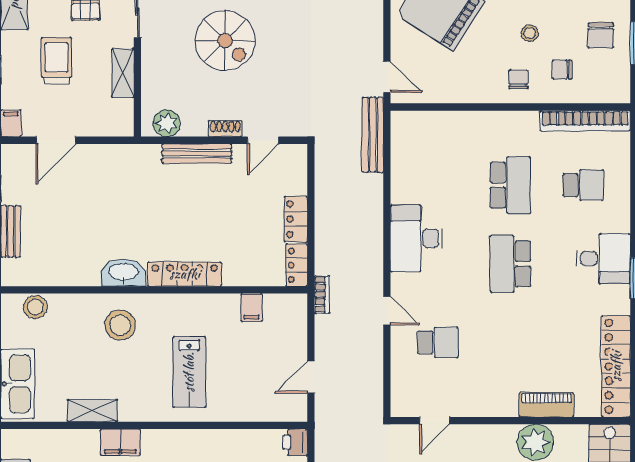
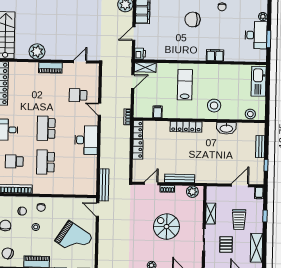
school desk: (510, 264) -> (46, 128), turned 180
washbasin: (123, 273) -> (226, 128), moved
piano: (546, 405) -> (50, 68), moved
shelving: (92, 411) -> (145, 67), moved

